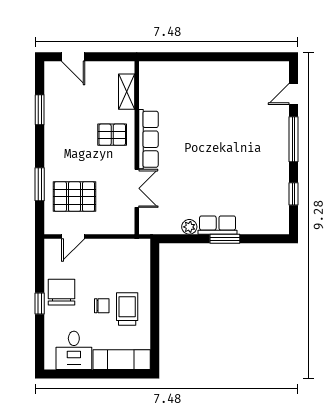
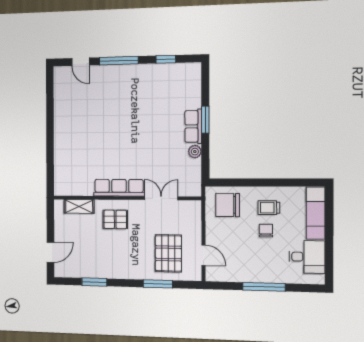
pallet: (112, 135) -> (115, 219), turned 90
chair: (61, 292) -> (228, 205), moved
window: (40, 304) -> (264, 287), width x2.17
trolley: (127, 309) -> (269, 208), width x0.73, depth x0.72

